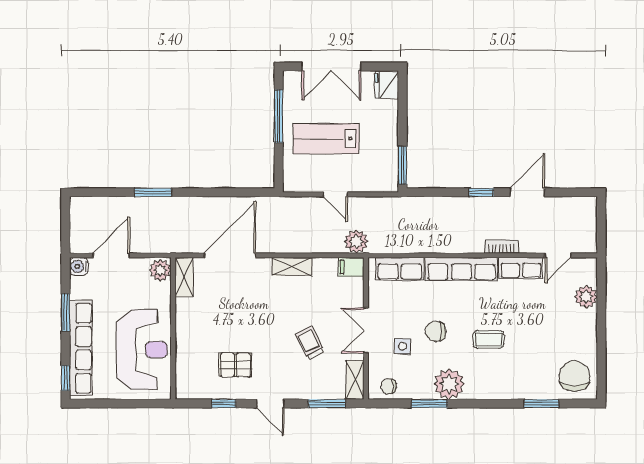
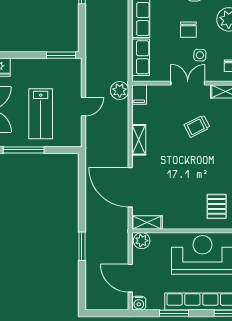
double door: (366, 330) -> (188, 83), swing flipped
pallet: (236, 365) -> (217, 206), moved

